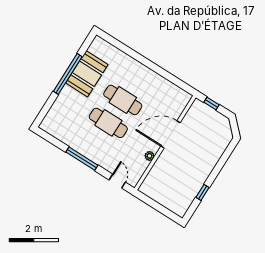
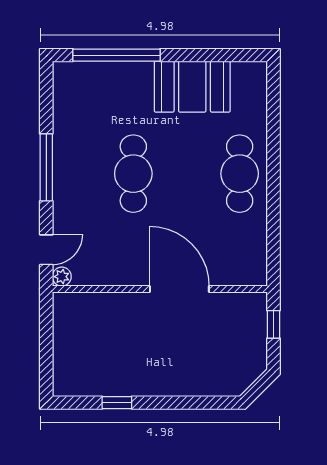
window: (68, 74) -> (116, 55), moved
cafe table: (123, 100) -> (240, 174), moved
plant: (150, 156) -> (62, 277), moved

